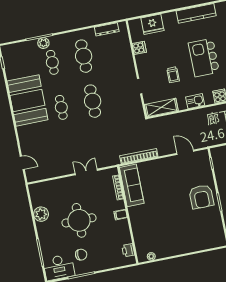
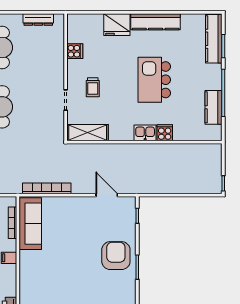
fridge: (152, 24) -> (117, 25), moved
trolley: (173, 75) -> (93, 87), moved
kitchen sink: (195, 101) -> (145, 133), moved
armchair: (201, 197) -> (116, 256), turned 180

